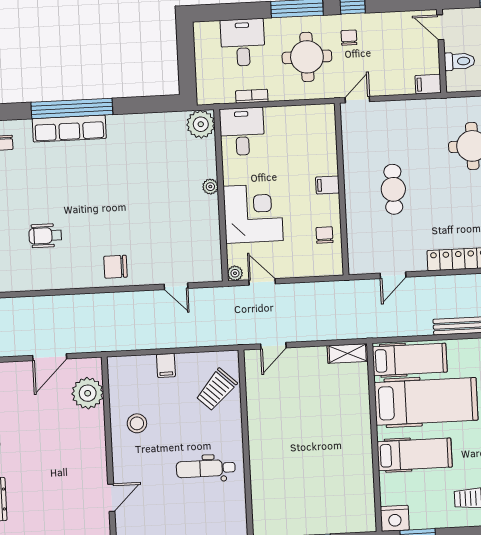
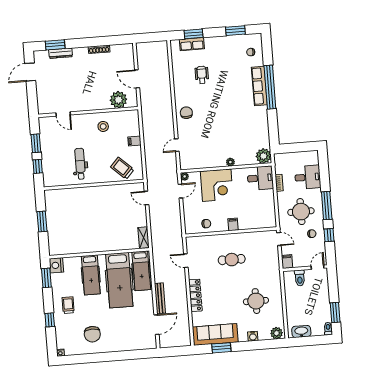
door: (440, 27) -> (318, 267), moved
wall: (441, 51) -> (305, 268), moved
toilet: (459, 61) -> (300, 278), moved
filing cabinet: (428, 84) -> (287, 262), moved

